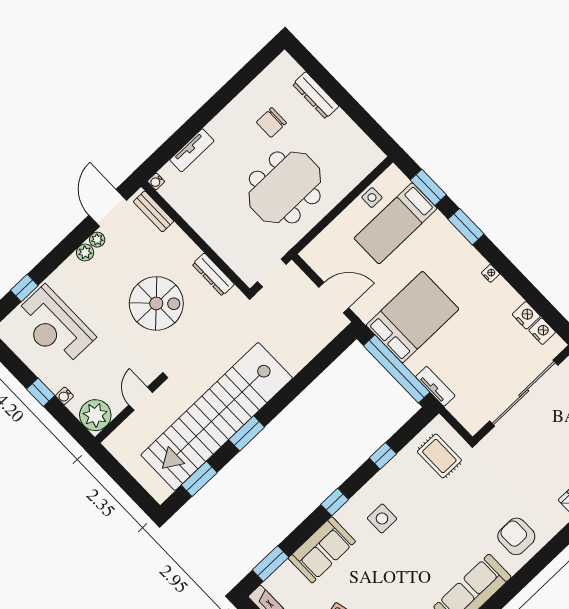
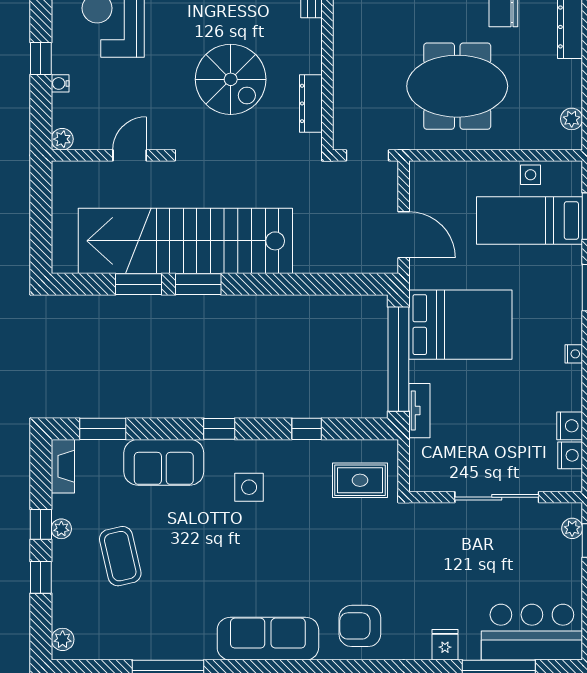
plant: (365, 145) -> (572, 119), added
sliding door: (524, 393) -> (497, 497), width x0.73
plant: (95, 415) -> (62, 139), width x0.53, depth x0.53
rug: (439, 456) -> (360, 480), turned 90
window: (199, 479) -> (139, 284), moved
armchair: (516, 536) -> (360, 626), turned -90

